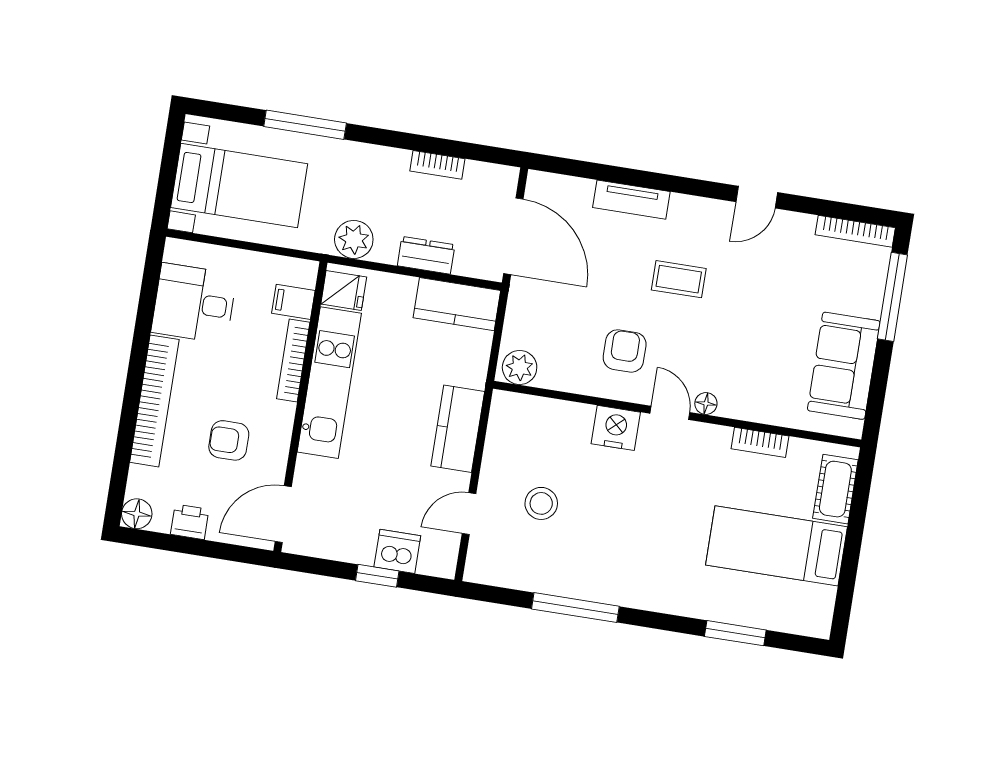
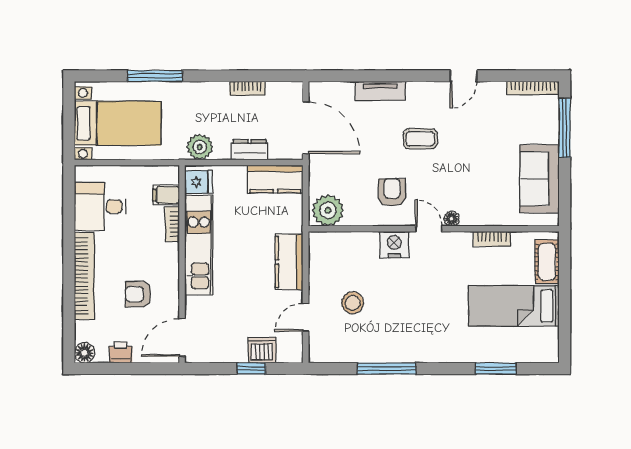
bookcase: (293, 361) -> (172, 224), width x0.64
plant: (520, 367) -> (328, 210), width x1.36, depth x1.36

